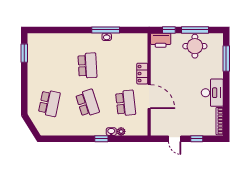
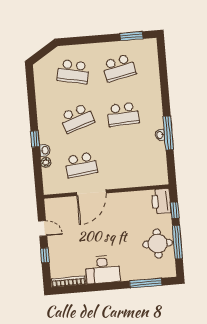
school desk: (49, 66) -> (119, 68), added
locker: (142, 74) -> (119, 182), removed
door: (175, 139) -> (43, 228), swing flipped

